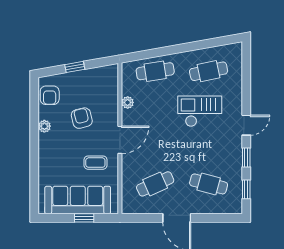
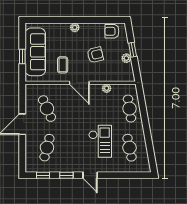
plant: (86, 75) -> (126, 58), added
plant: (44, 126) -> (75, 27), moved

